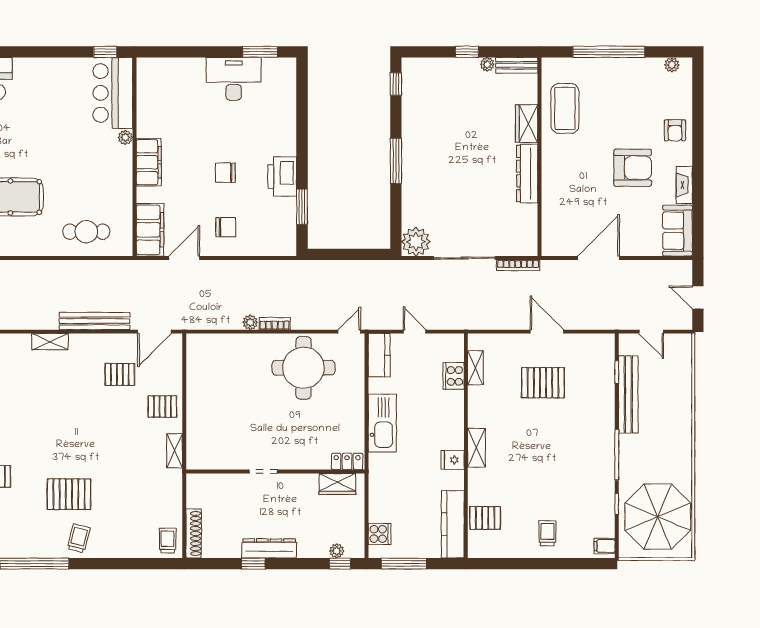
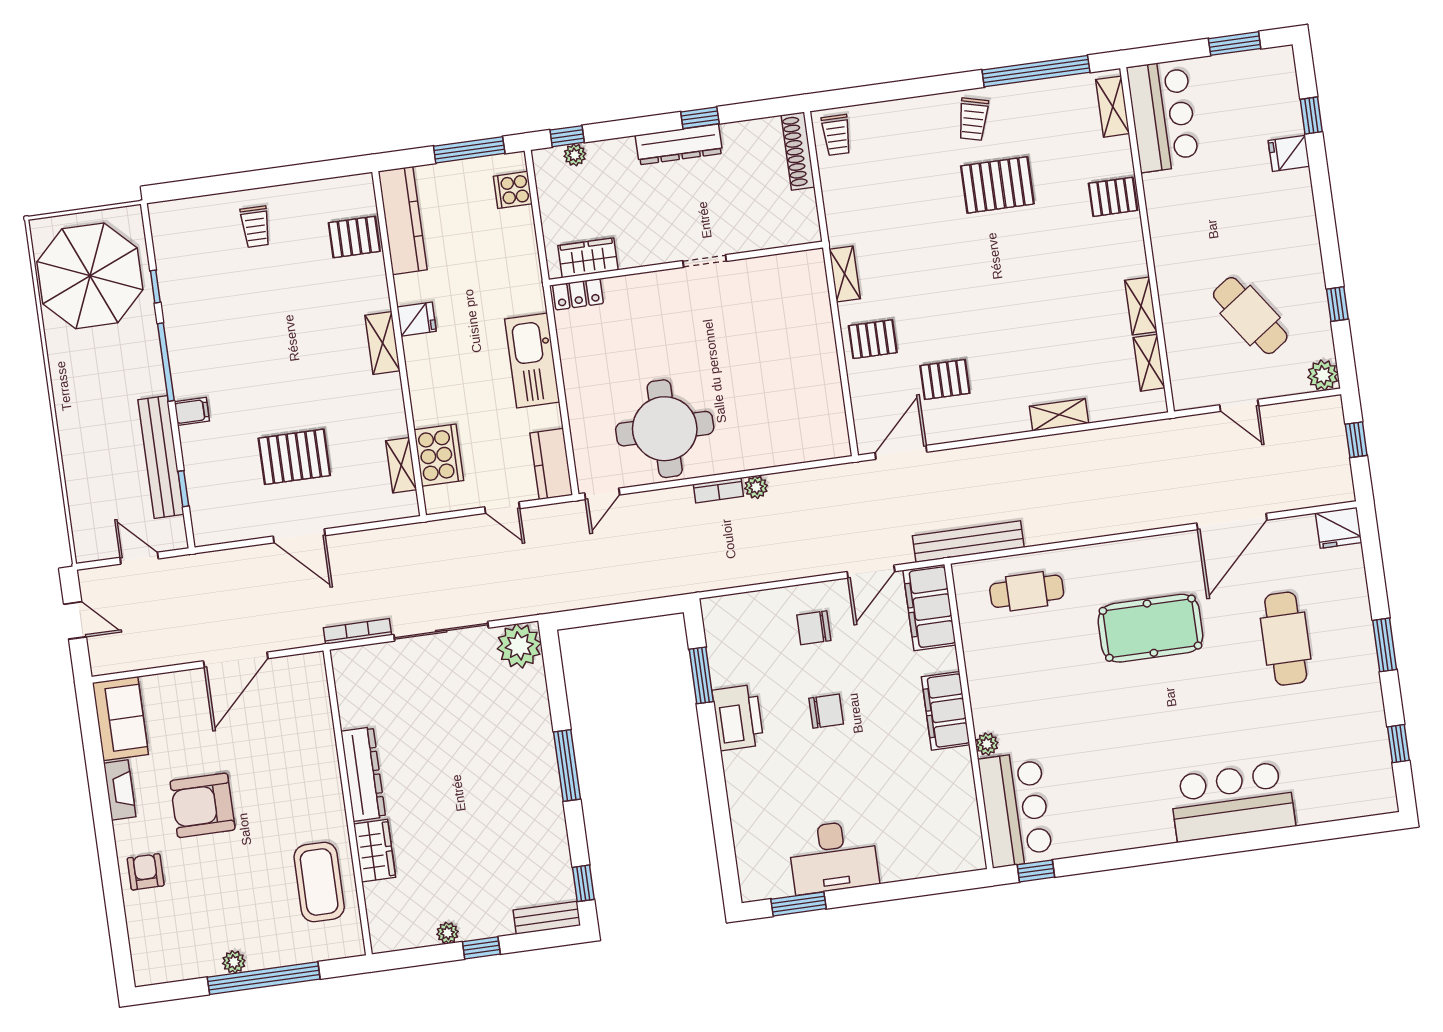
bench: (517, 65) -> (547, 918), moved
plant: (672, 65) -> (234, 962), moved
bench: (95, 321) -> (968, 542), moved
cooker: (454, 376) -> (439, 455), width x1.37, depth x1.31
filing cabinet: (605, 546) -> (192, 411), moved

